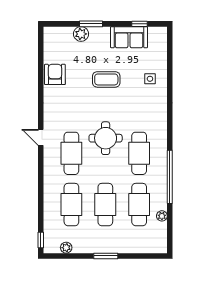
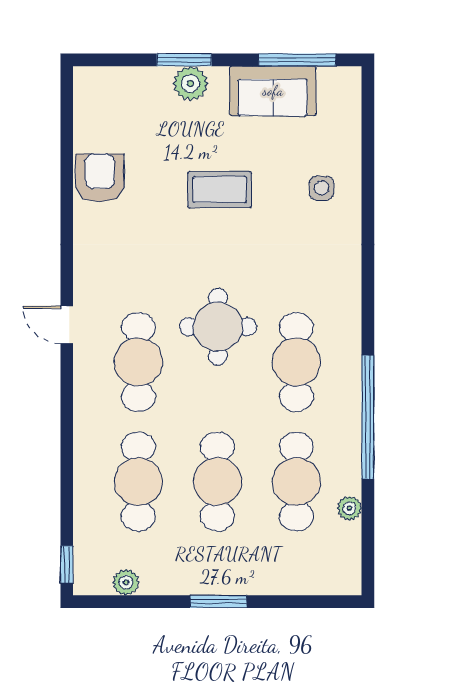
window: (140, 24) -> (297, 60), width x2.17
plant: (81, 34) -> (191, 83), moved

